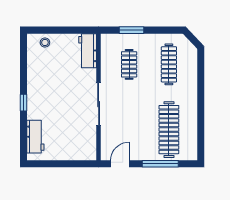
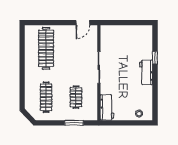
window: (24, 103) -> (155, 58), moved
workbench: (35, 137) -> (146, 72), moved
window: (160, 164) -> (53, 23), removed

